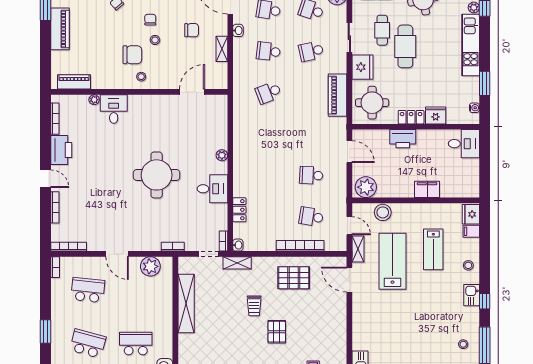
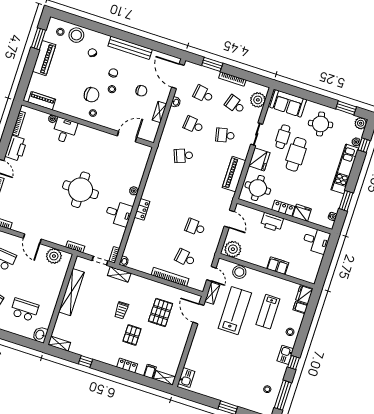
locker: (239, 210) -> (142, 209), moved
pallet: (294, 278) -> (161, 312), moved, turned 90

